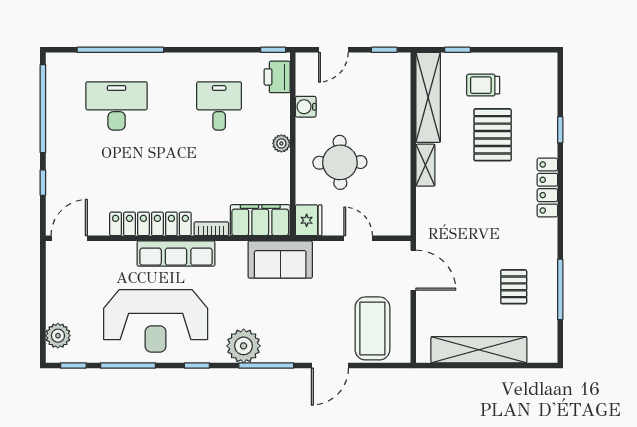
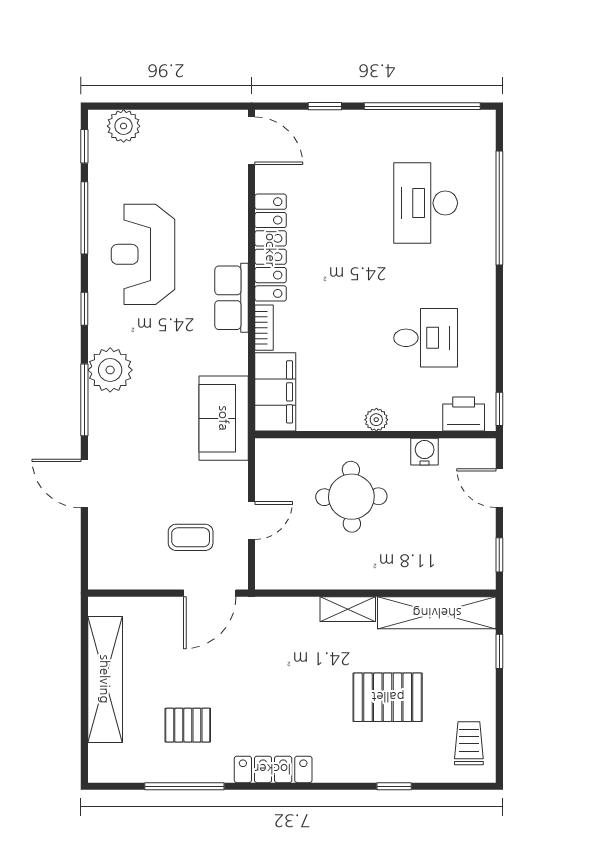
trolley: (483, 85) -> (469, 743), moved
desk: (117, 106) -> (426, 203), turned 180
locker: (547, 187) -> (273, 769), moved
fridge: (309, 220) -> (275, 456), removed
row of seats: (176, 254) -> (232, 298), width x0.68
reception desk: (156, 321) -> (143, 254), width x0.74, depth x0.77
coffee table: (372, 328) -> (191, 537), moved, width x0.54, depth x0.58

